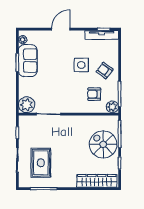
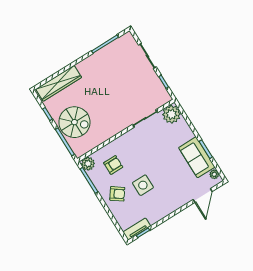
door: (61, 29) -> (203, 196), moved
tv unit: (102, 35) -> (137, 229), width x0.71
rug: (41, 163) -> (123, 67), removed

